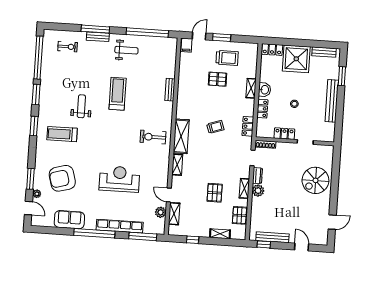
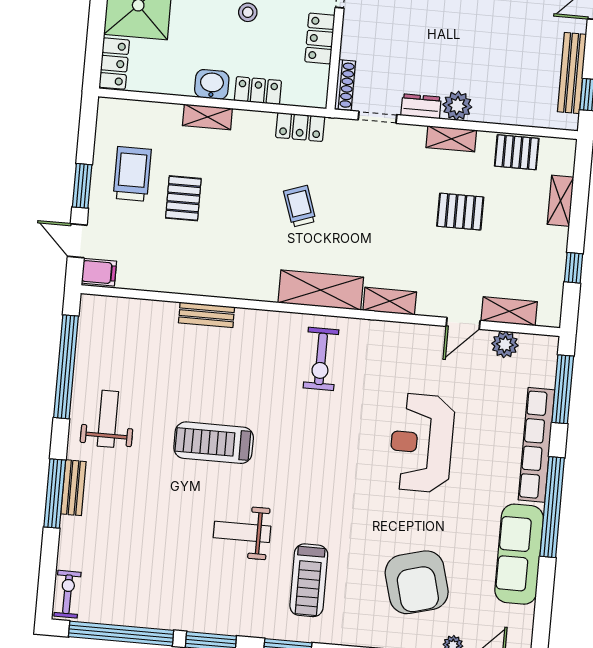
exercise bike: (68, 47) -> (68, 594), moved
sofa: (69, 220) -> (519, 554), width x1.36

